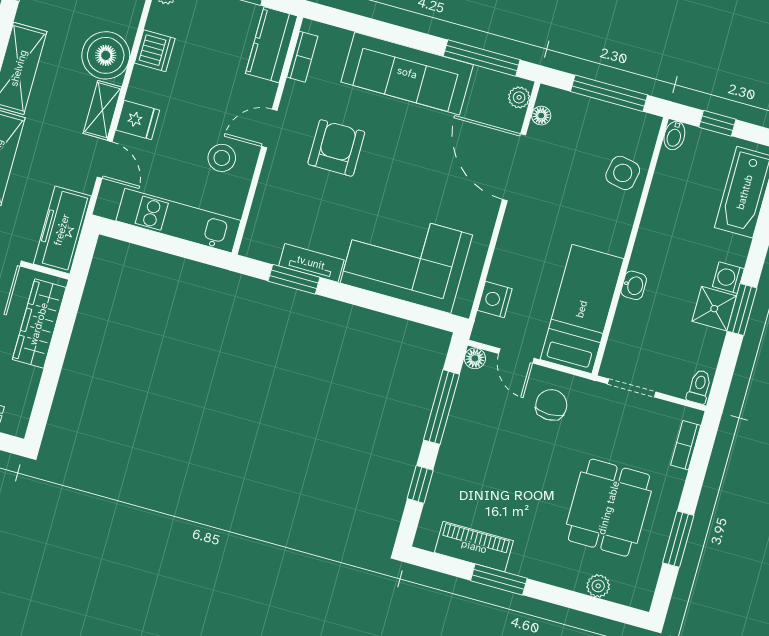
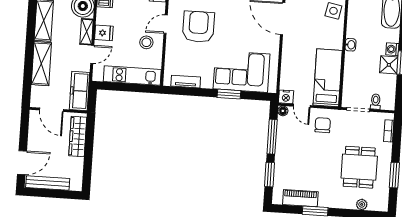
armchair: (336, 148) -> (198, 27), width x1.36, depth x1.36
door: (105, 159) -> (92, 54), hinge flipped
tv unit: (311, 263) -> (186, 82), moved
window: (294, 279) -> (229, 94), moved
washbasin: (634, 285) -> (351, 45), moved
nightstand: (495, 300) -> (286, 97), moved, turned -90
toilet: (699, 387) -> (376, 102), moved
window: (420, 484) -> (270, 175), width x1.50

